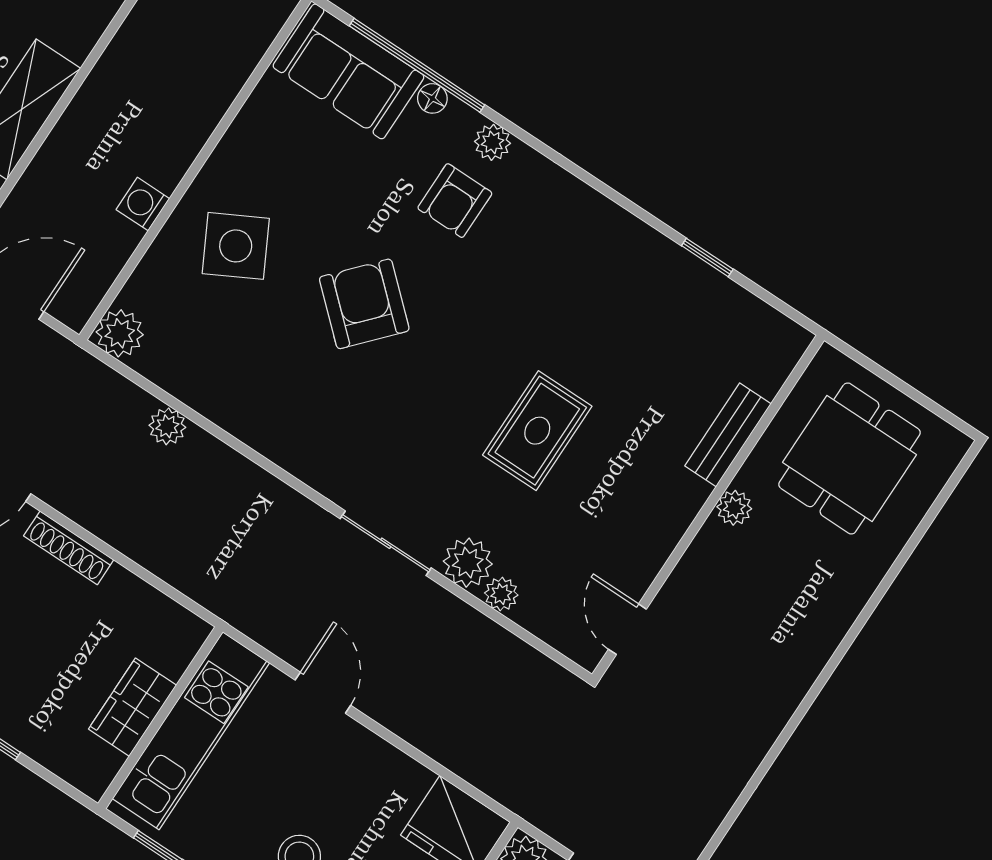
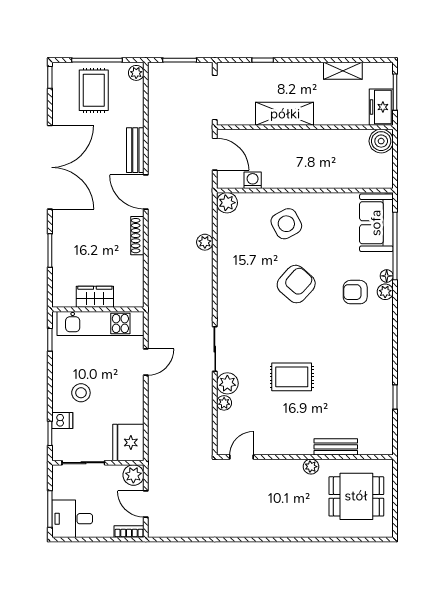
floor lamp: (432, 98) -> (387, 276), moved
washing machine: (143, 204) -> (253, 180), moved

